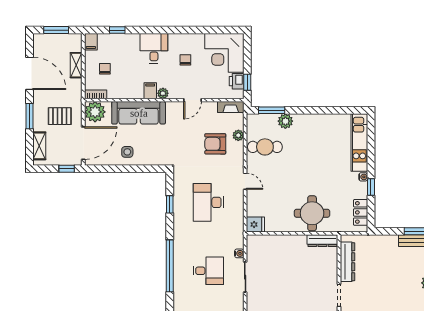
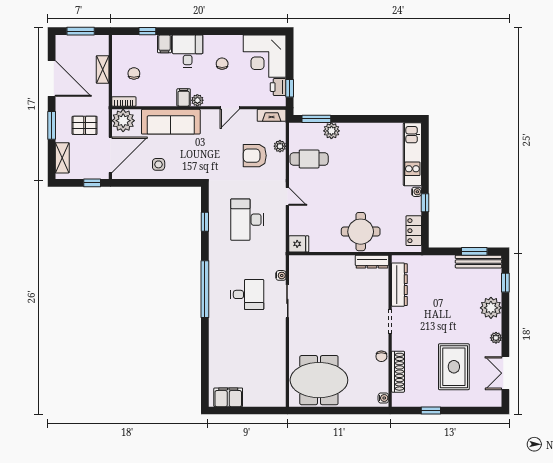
filing cabinet: (91, 42) -> (165, 44), moved

